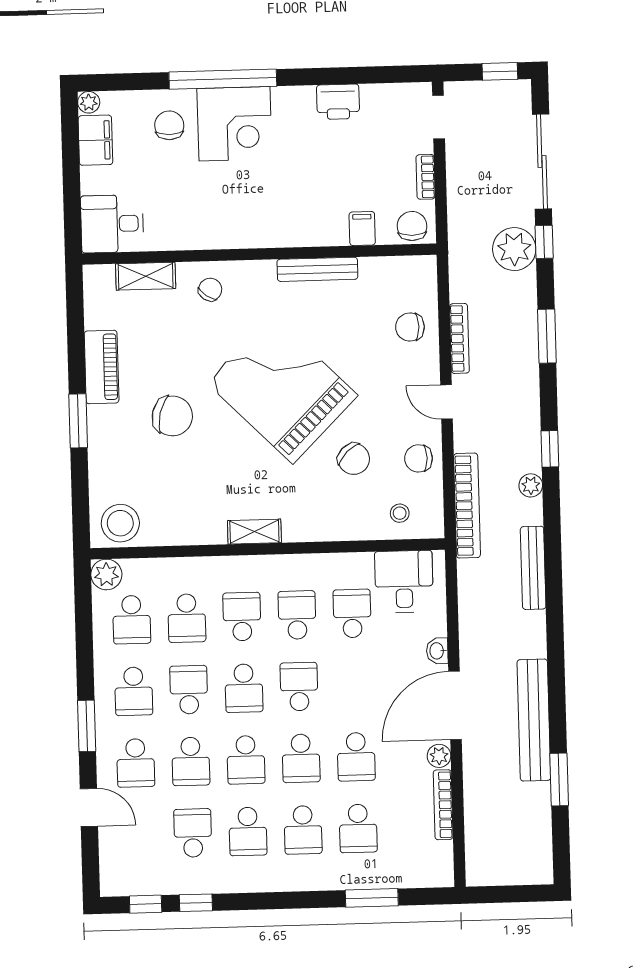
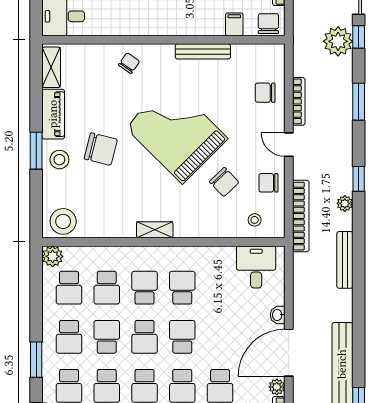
shelving: (146, 276) -> (51, 67), moved, turned 90
stool: (113, 433) -> (59, 160), added
school desk: (352, 613) -> (220, 288), removed

